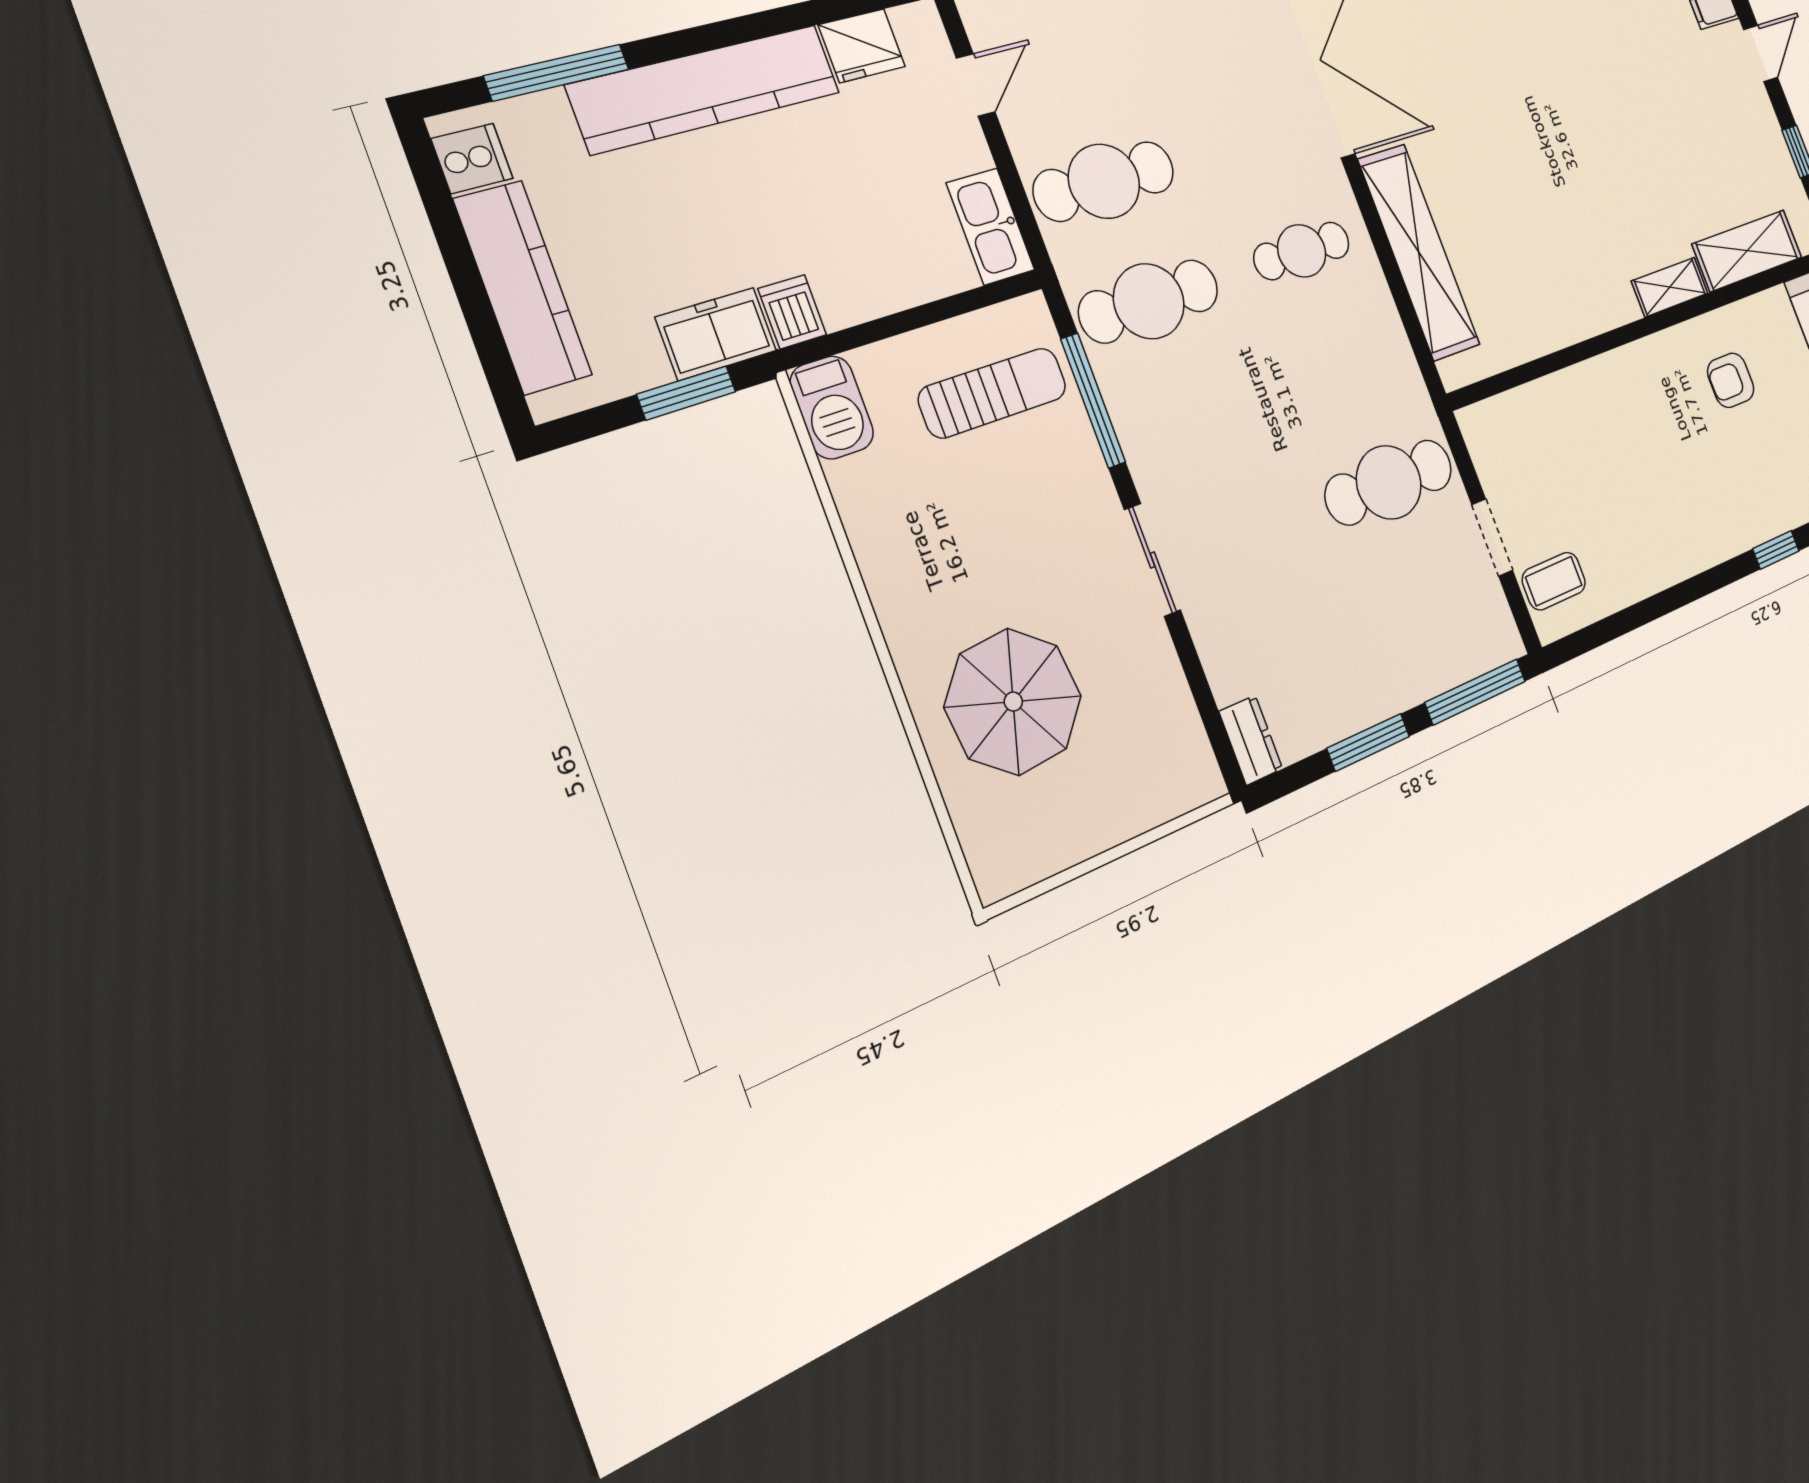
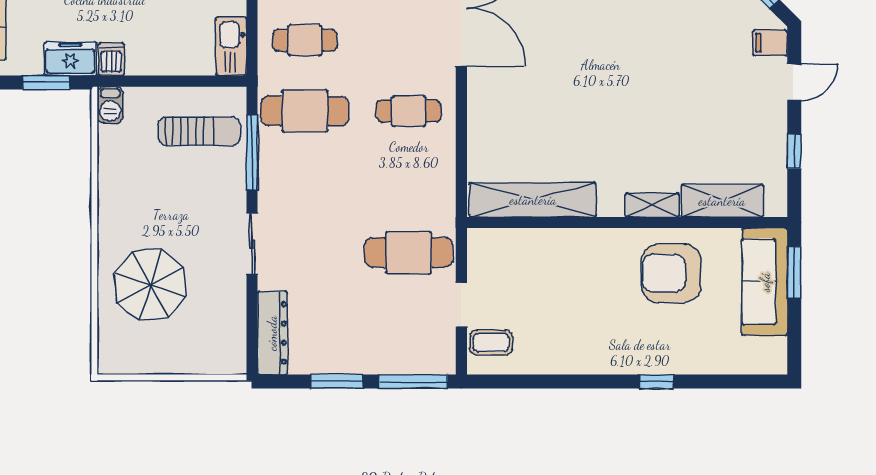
cafe table: (1104, 181) -> (305, 40), width x0.73, depth x0.74
shelving: (1419, 252) -> (533, 200), moved, turned 90
armchair: (1731, 380) -> (671, 273), width x1.88, depth x1.88
barbecue: (832, 407) -> (110, 105), width x0.73, depth x0.79
dresser: (1251, 740) -> (272, 333), width x1.96, depth x1.24

